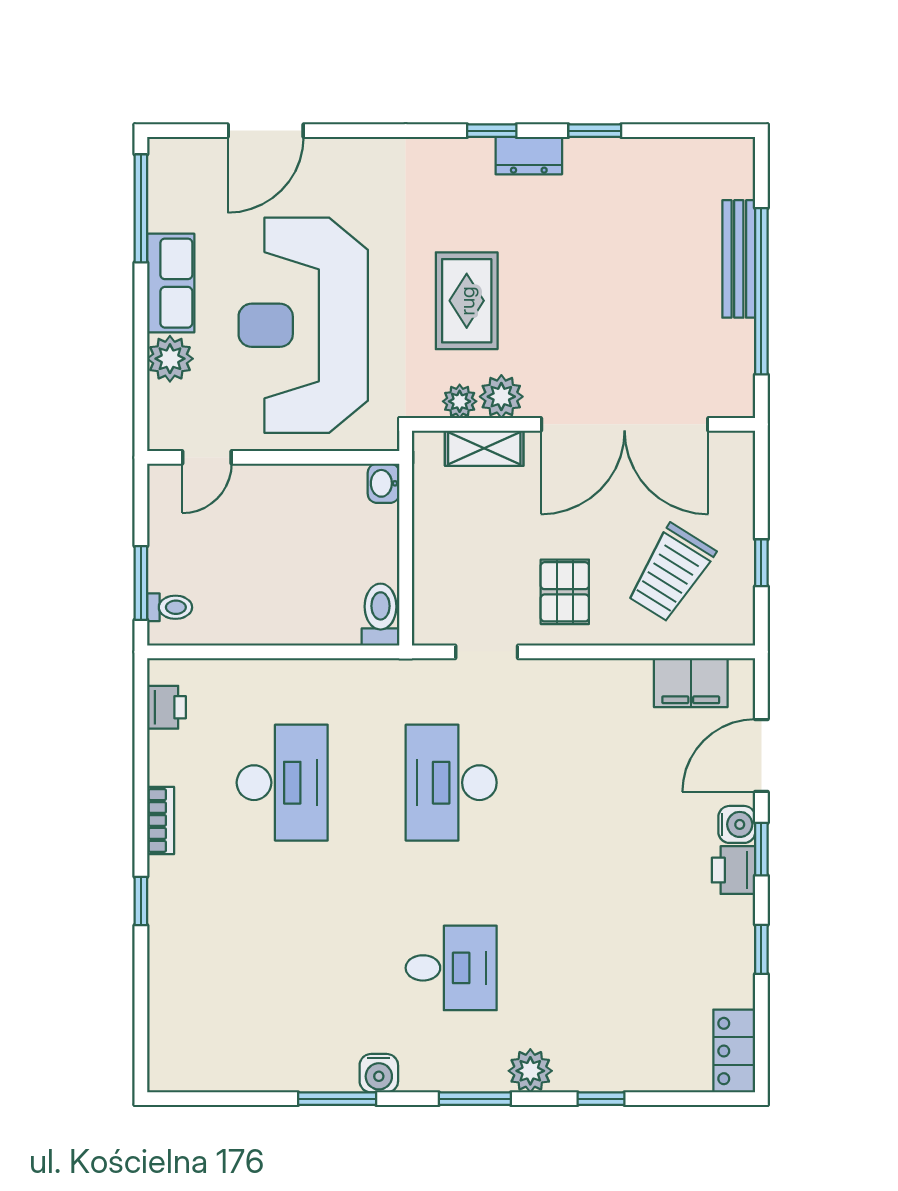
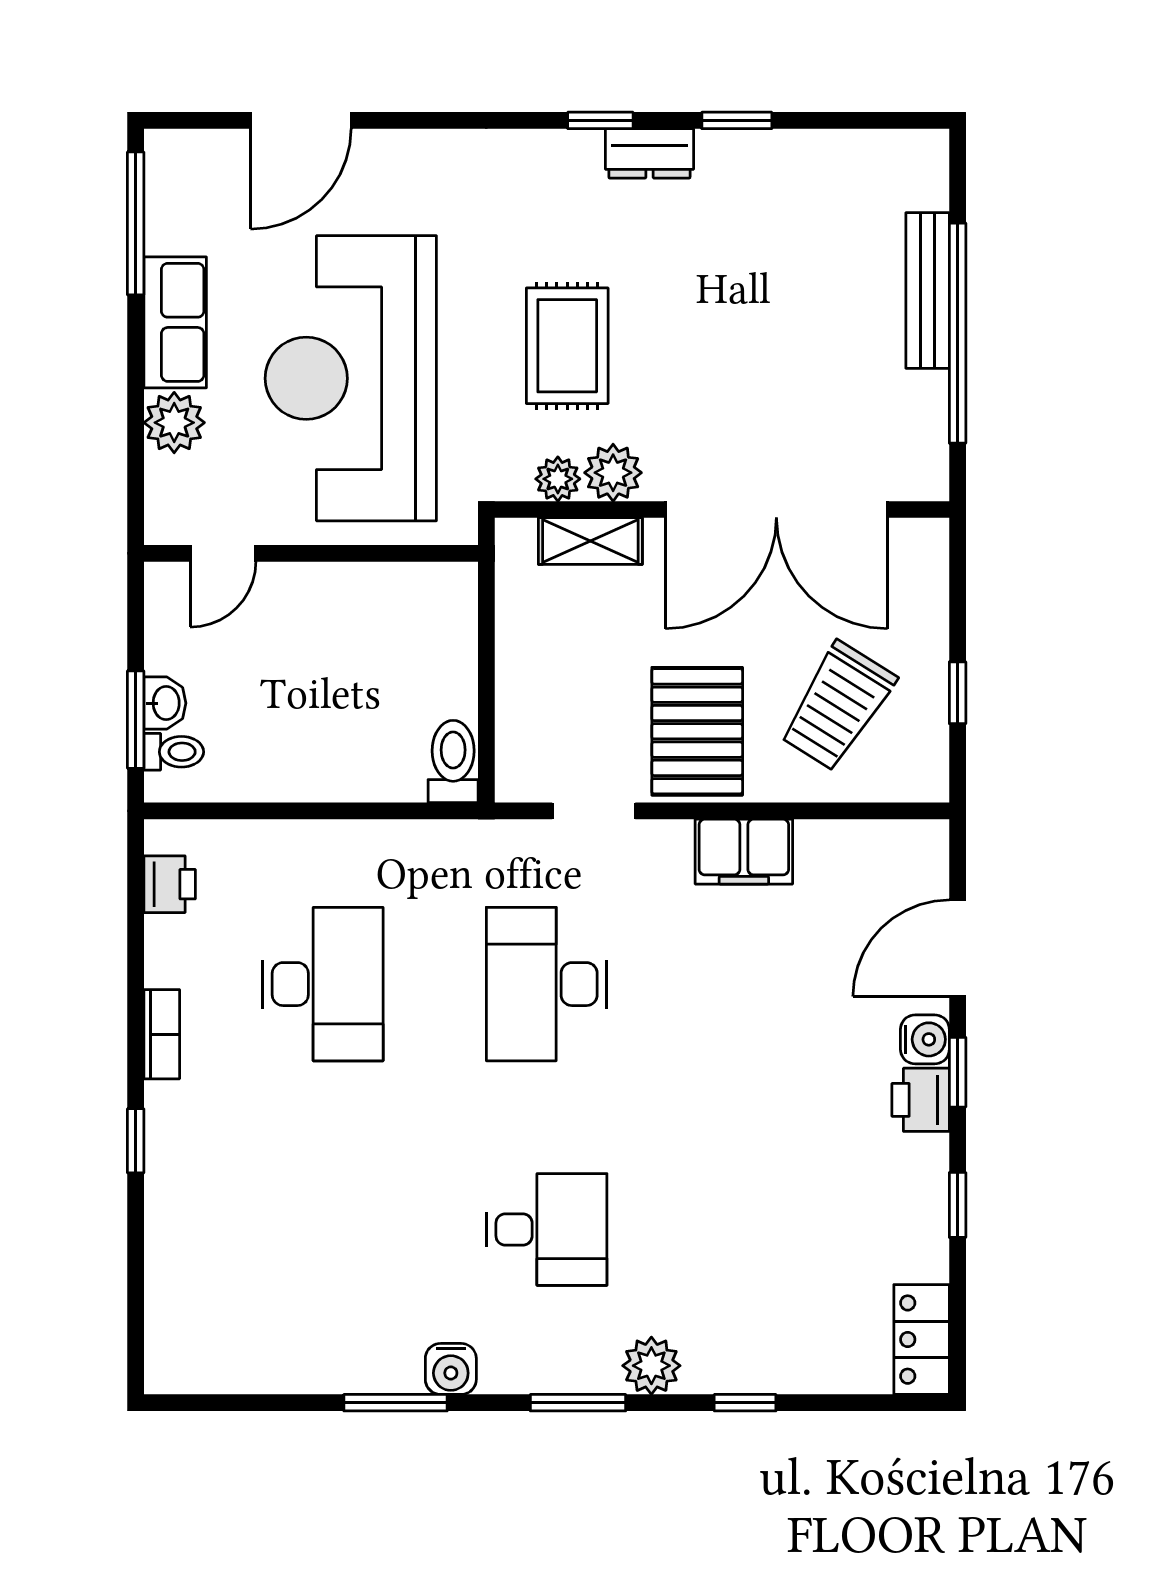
washbasin: (384, 483) -> (165, 703), moved, turned 180
pallet: (565, 592) -> (697, 731), width x1.50, depth x1.42
filing cabinet: (691, 683) -> (744, 852), moved

